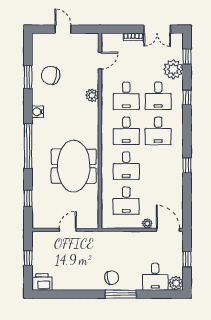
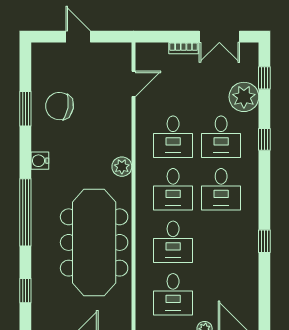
plant: (92, 95) -> (122, 167), moved
meeting table: (74, 166) -> (94, 242), width x1.36

